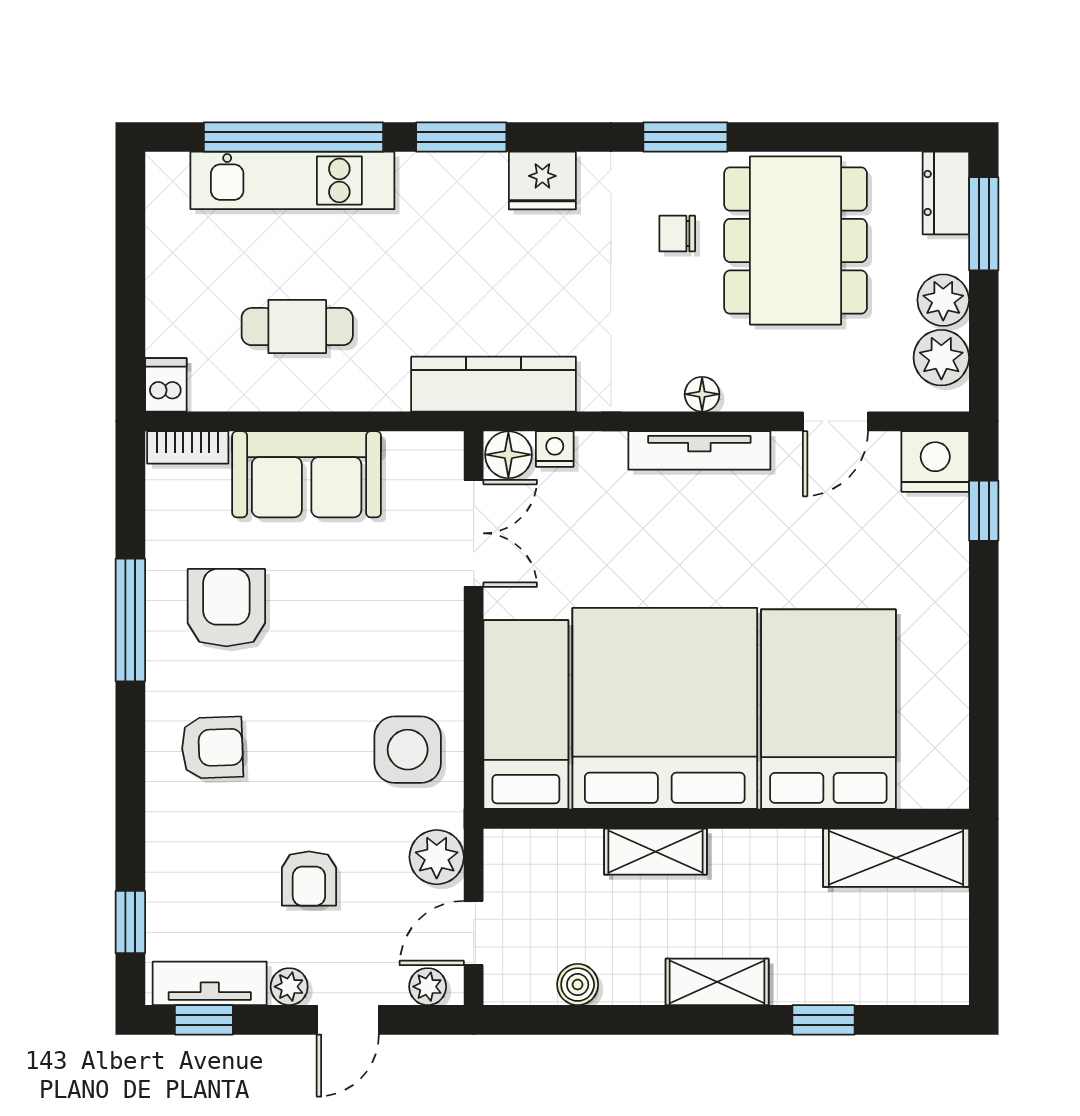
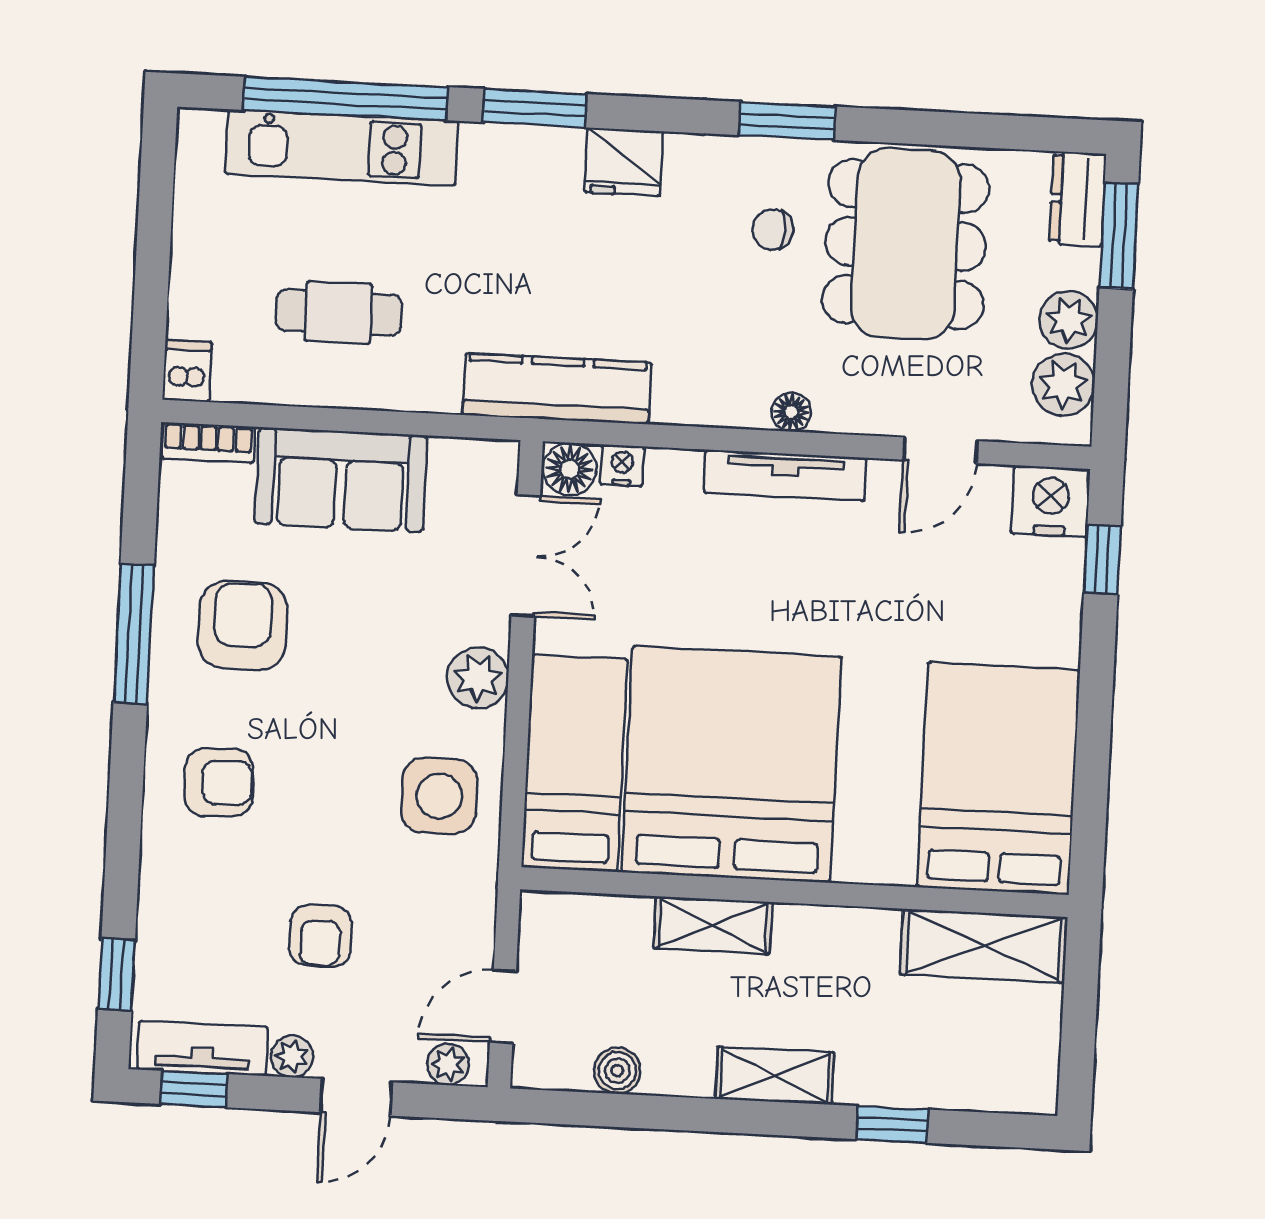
bed: (828, 709) -> (998, 778), moved
plant: (437, 857) -> (478, 678), moved

